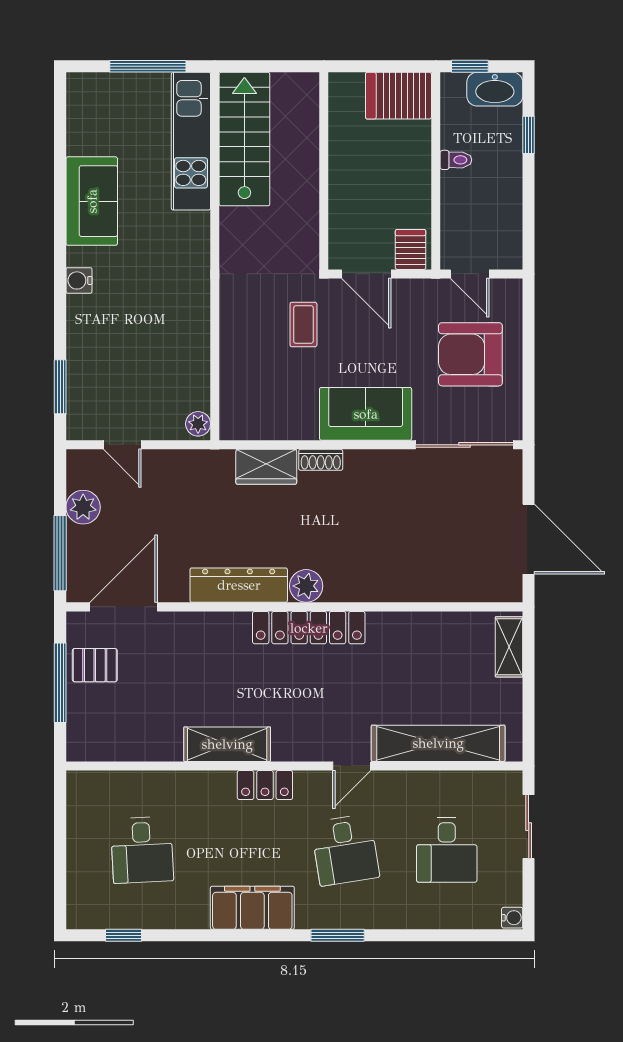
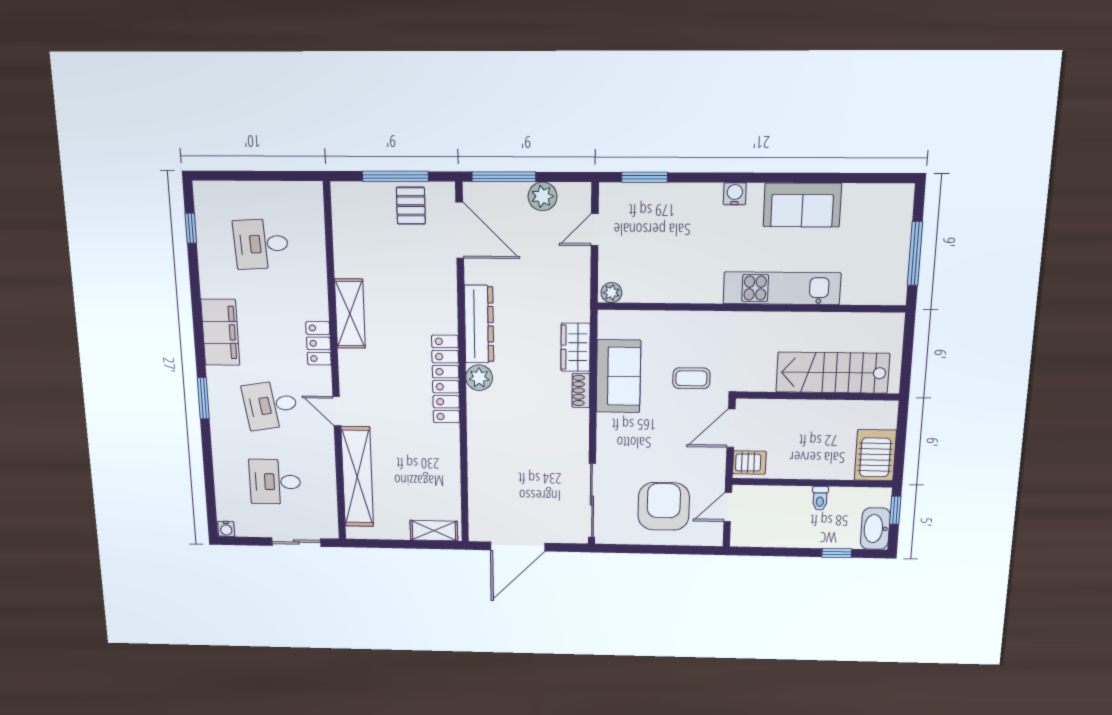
stairs: (244, 139) -> (833, 373), moved, turned 180
kitchen unit: (191, 141) -> (782, 288), moved
sofa: (366, 414) -> (618, 376), moved

